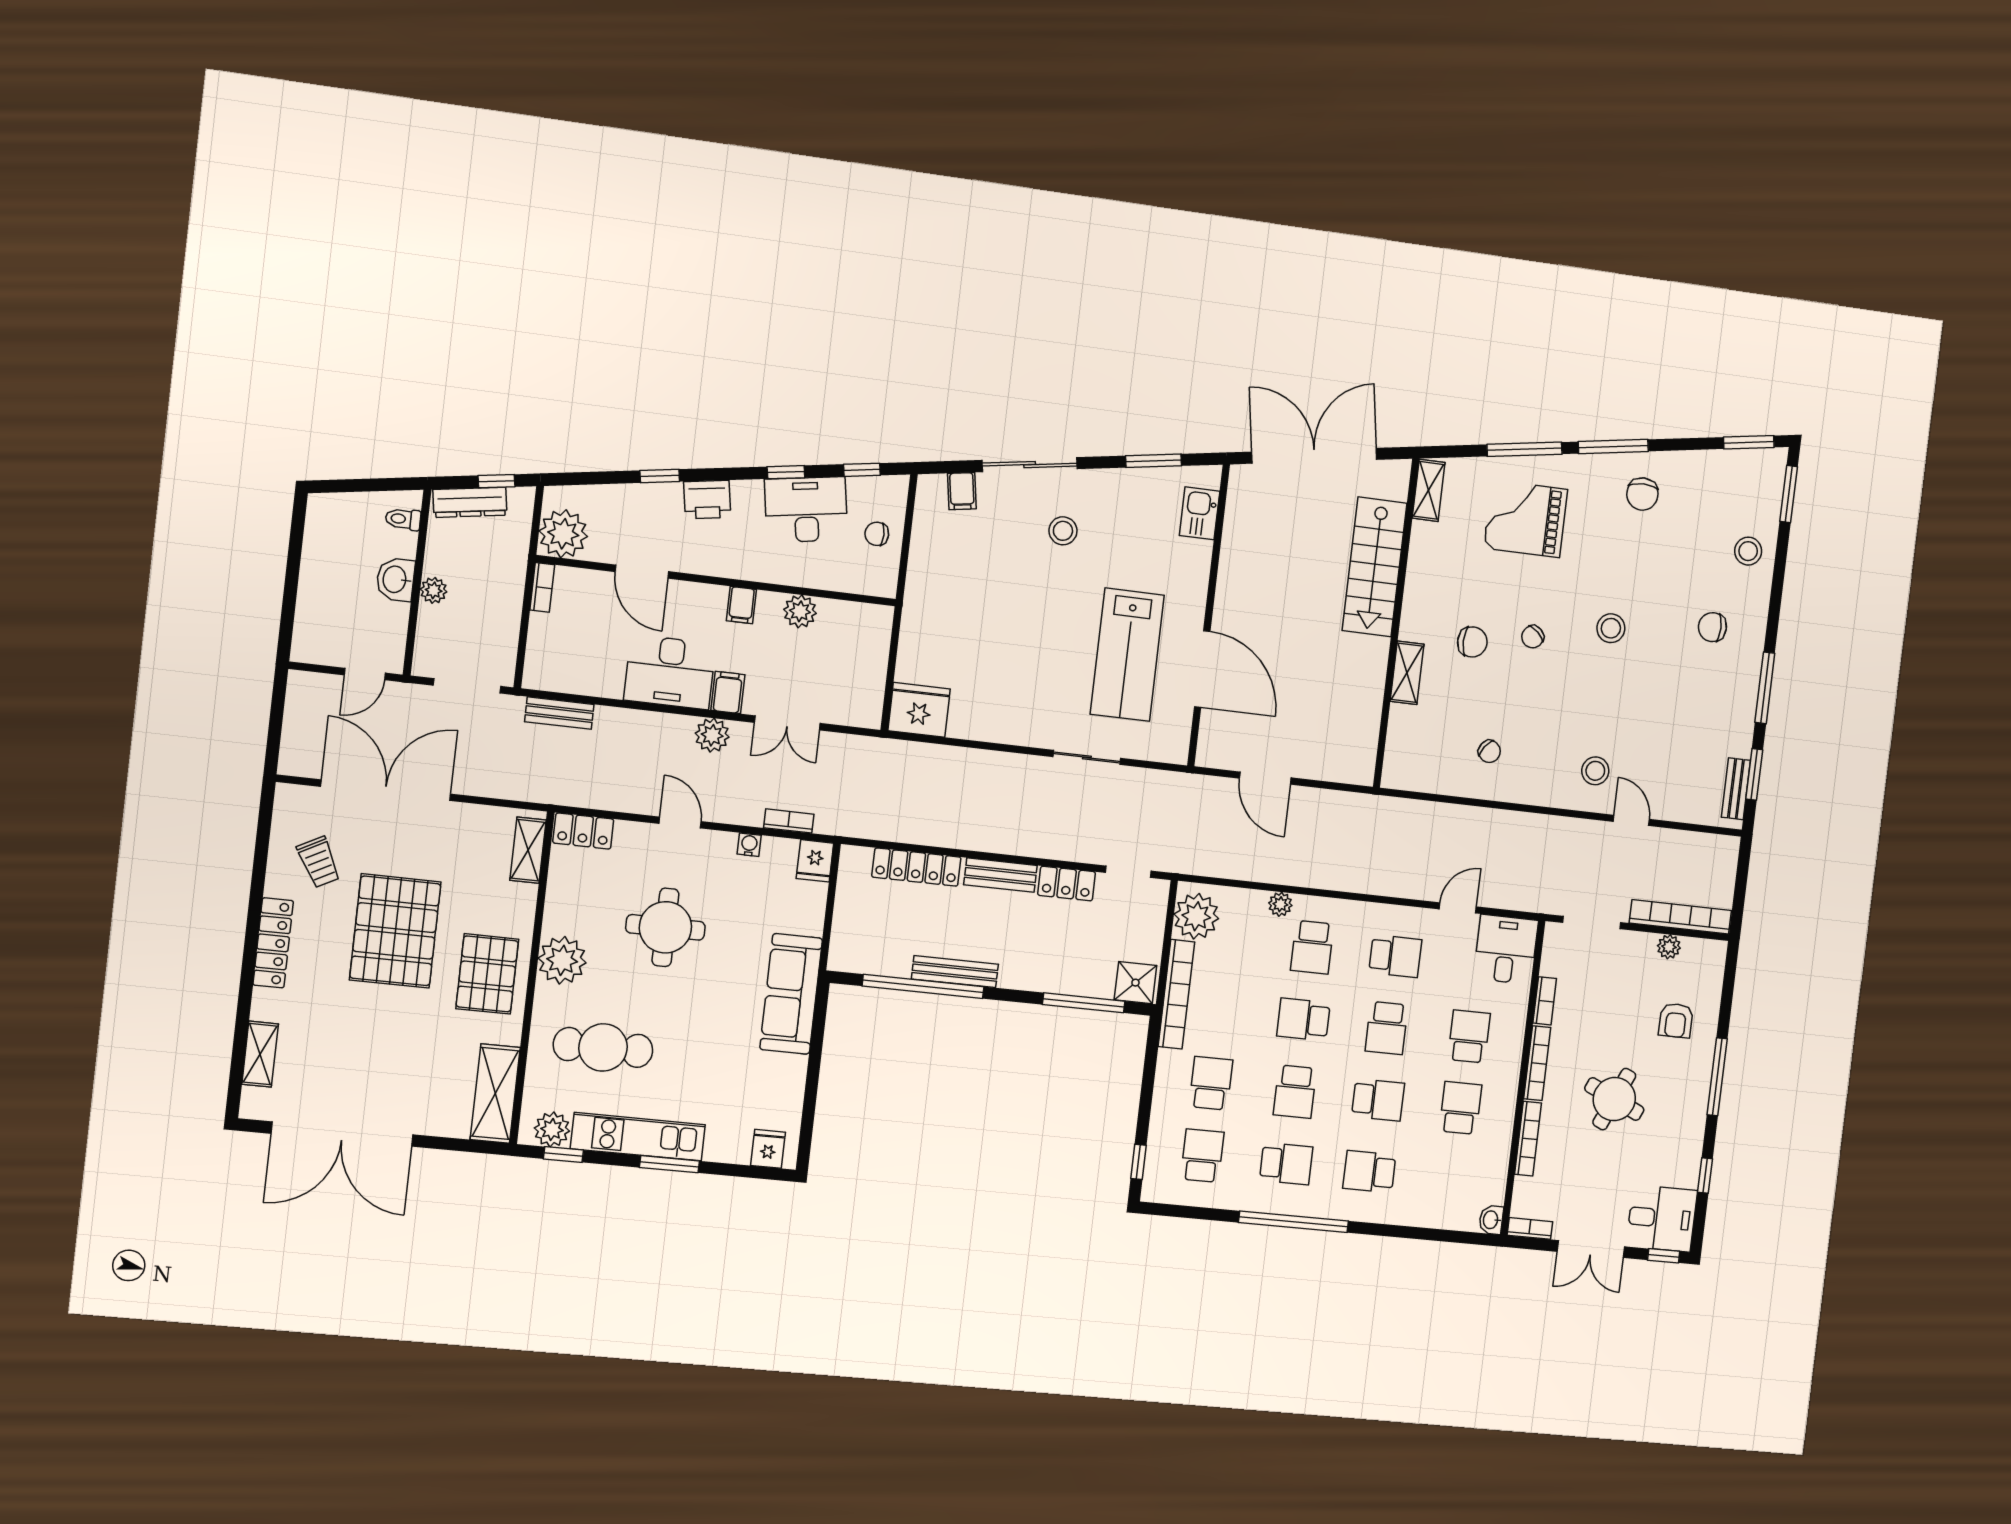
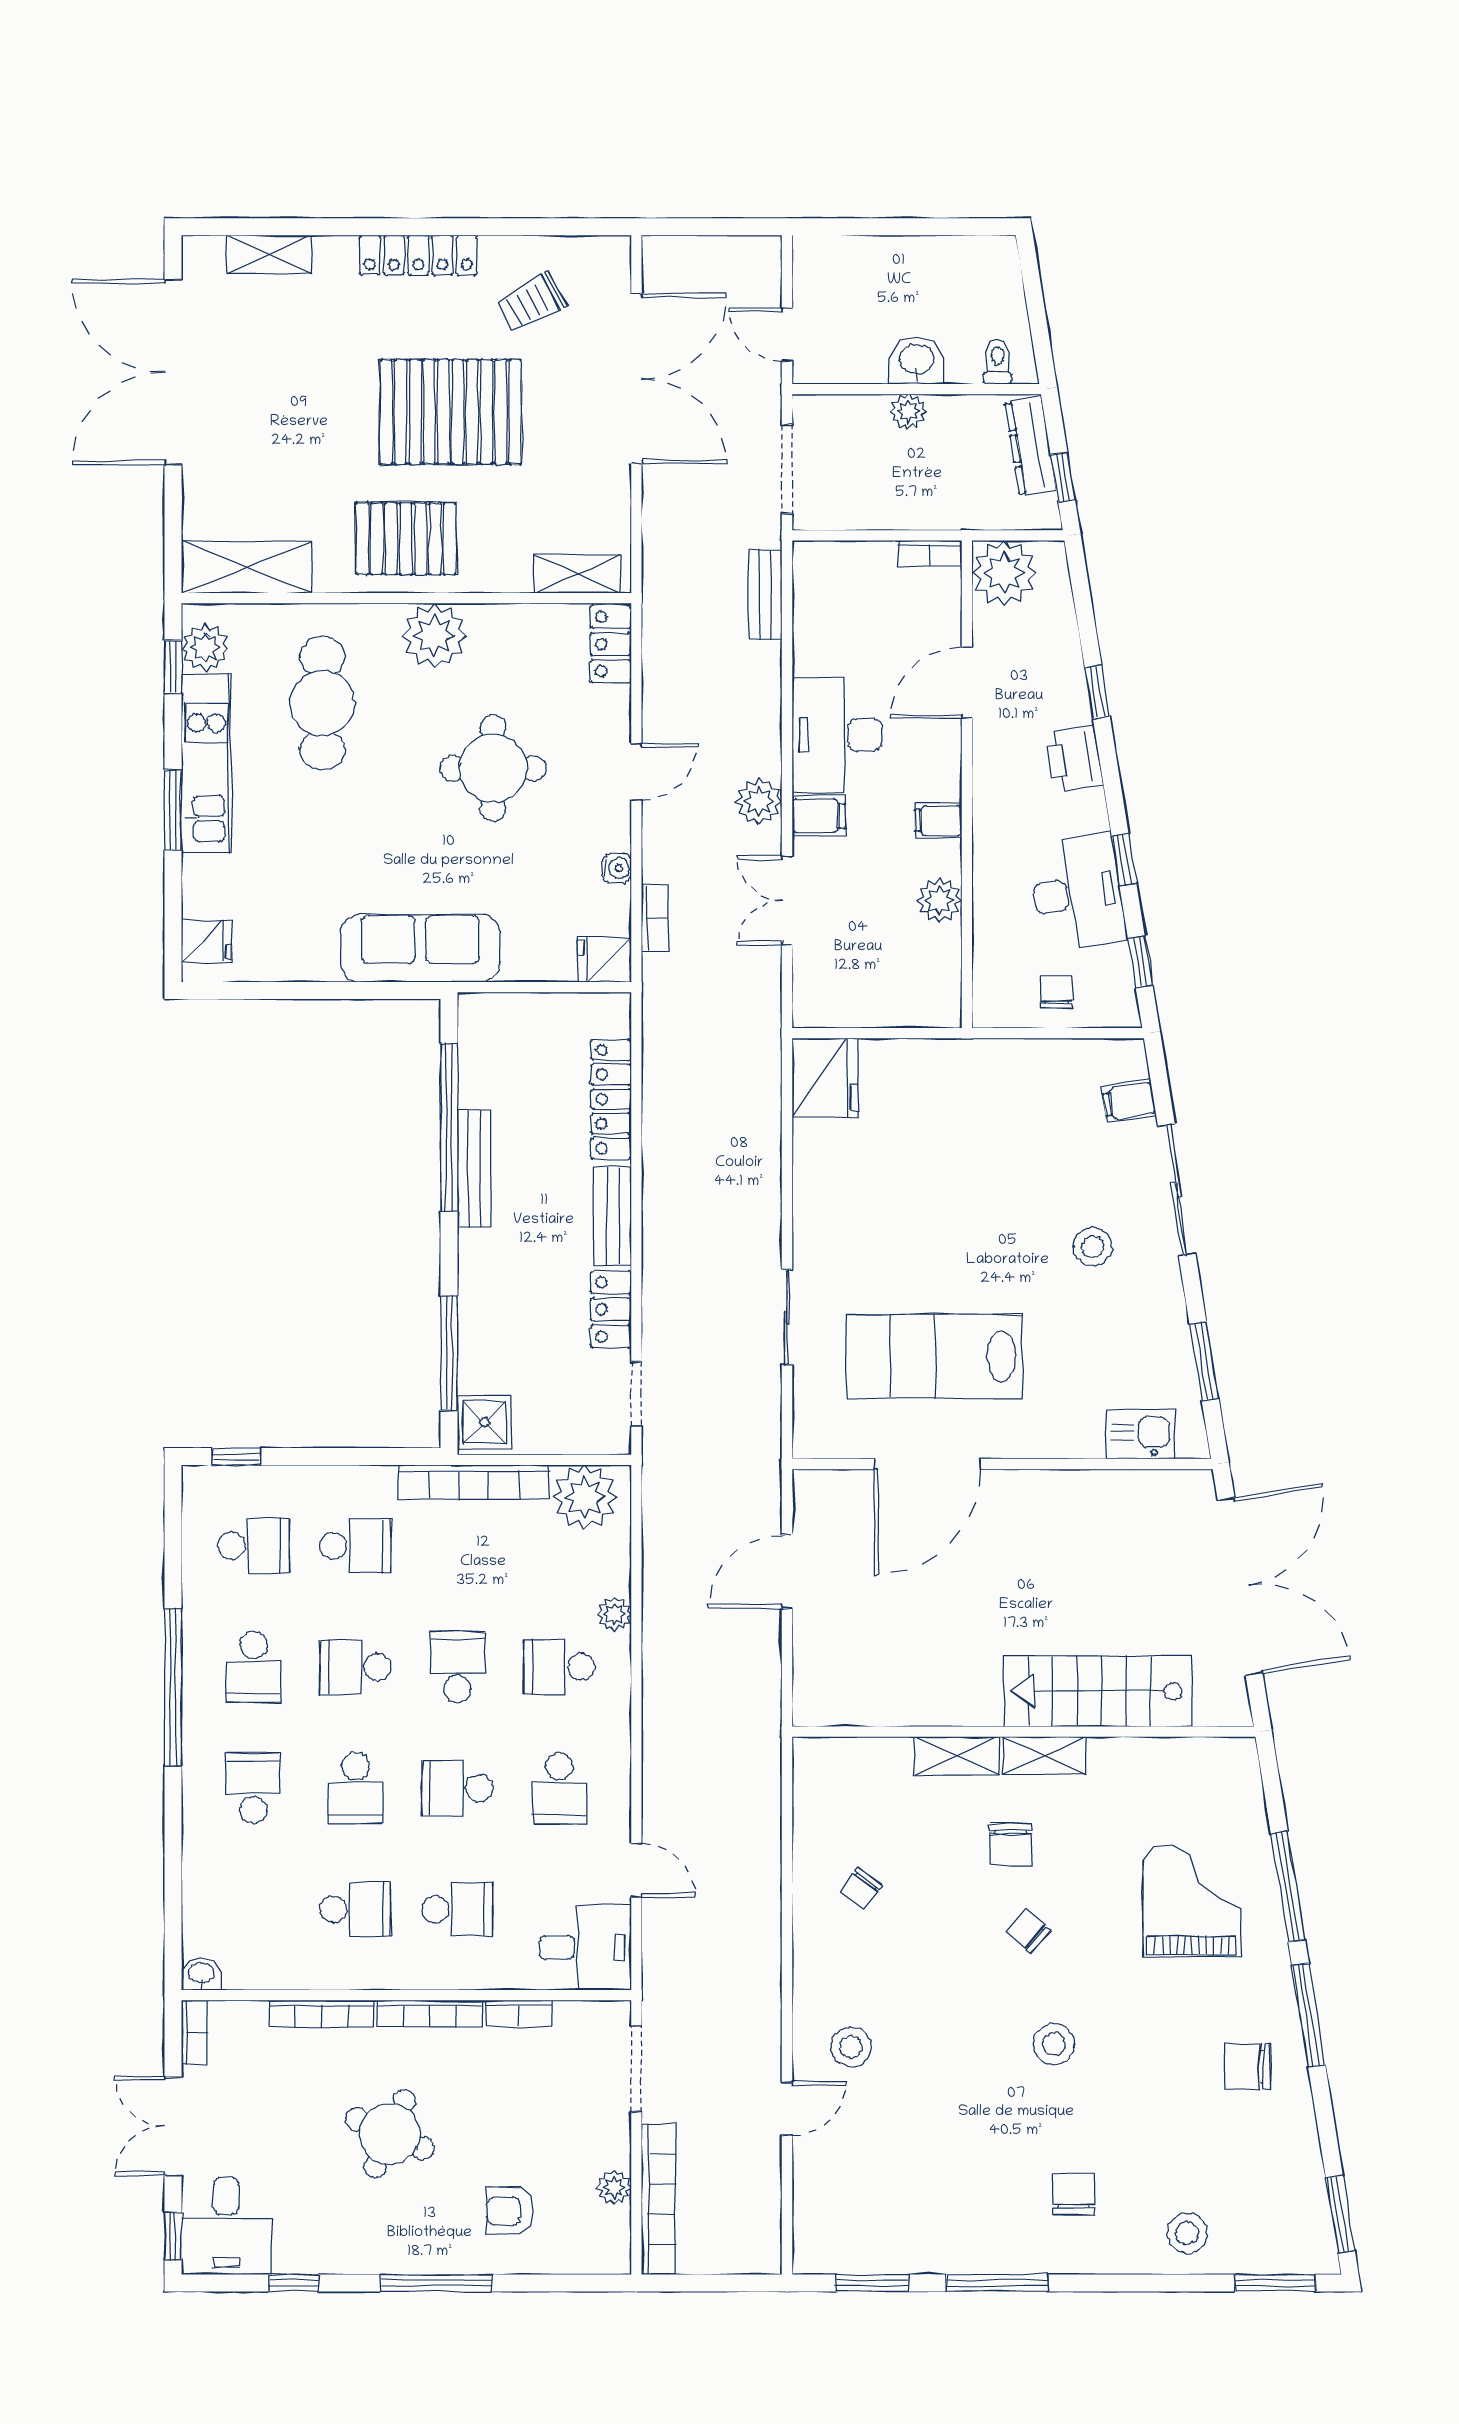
shelving: (1429, 490) -> (1044, 1755), moved
bench: (1736, 789) -> (849, 2258), removed

